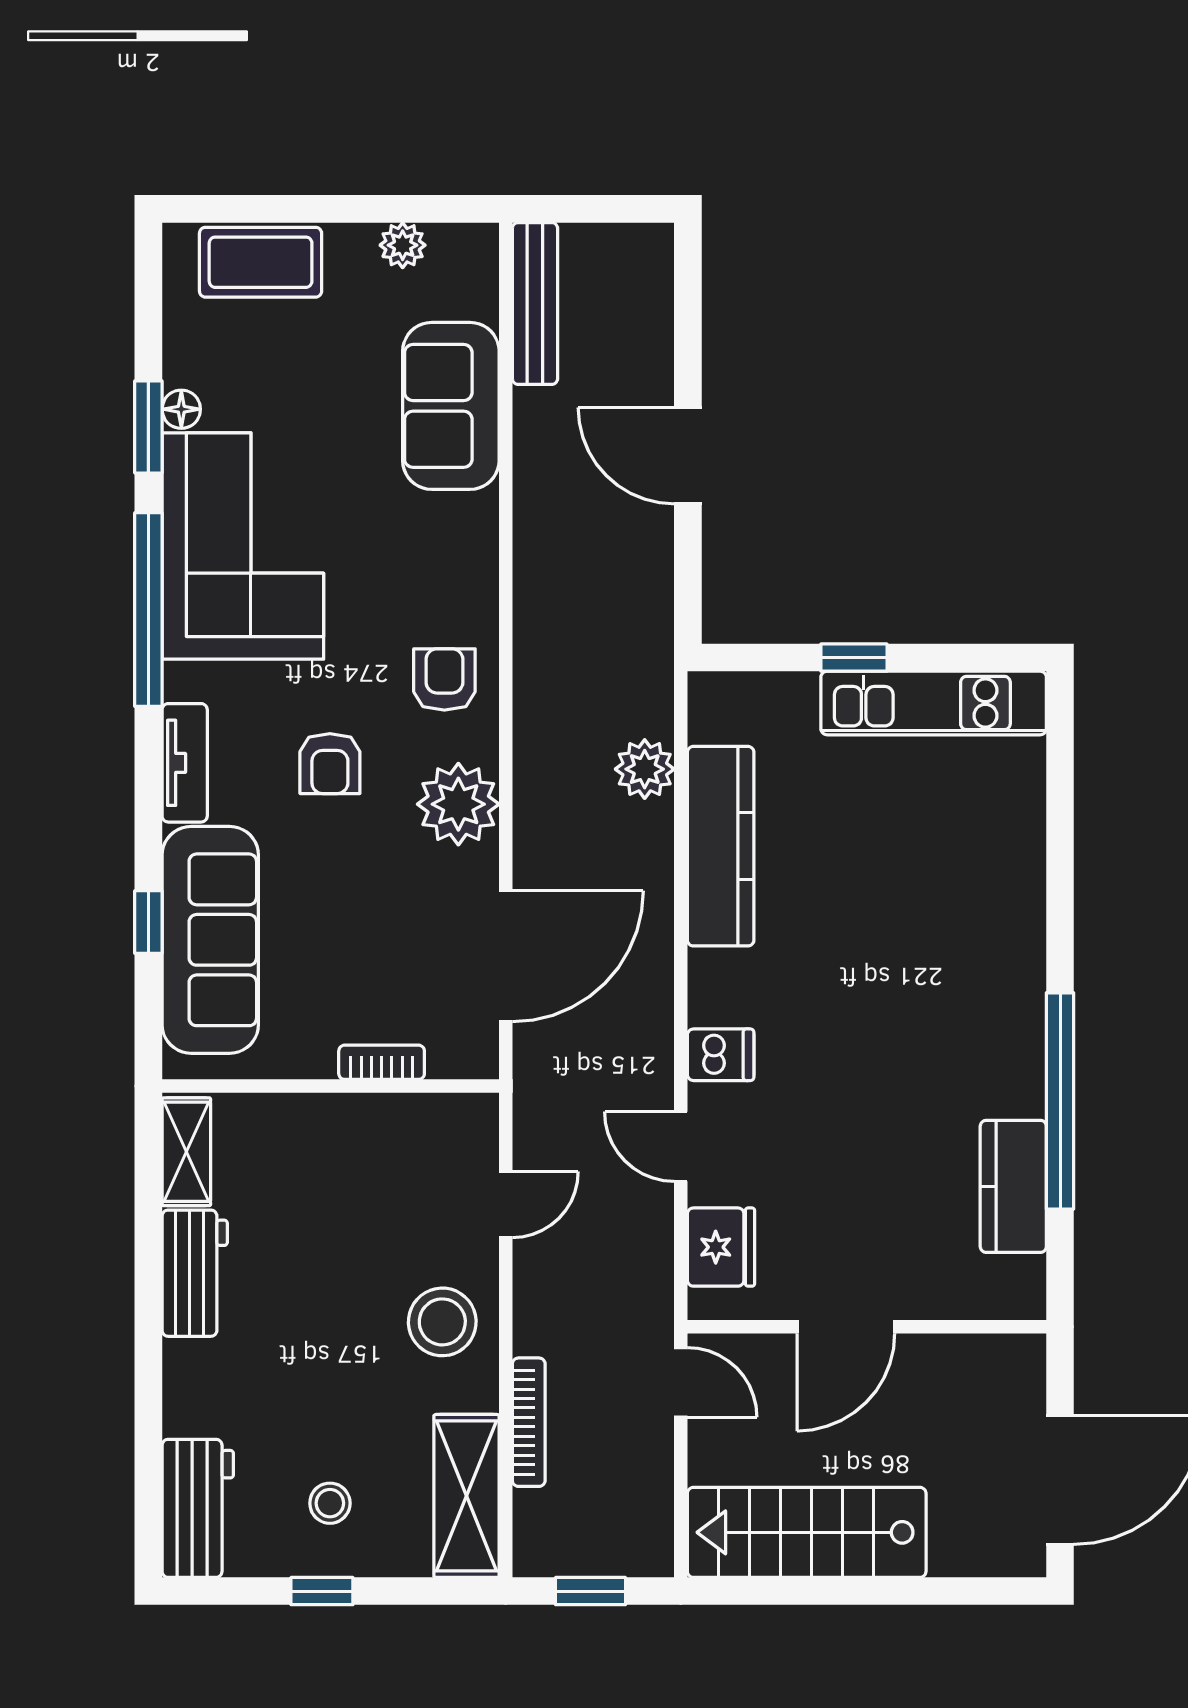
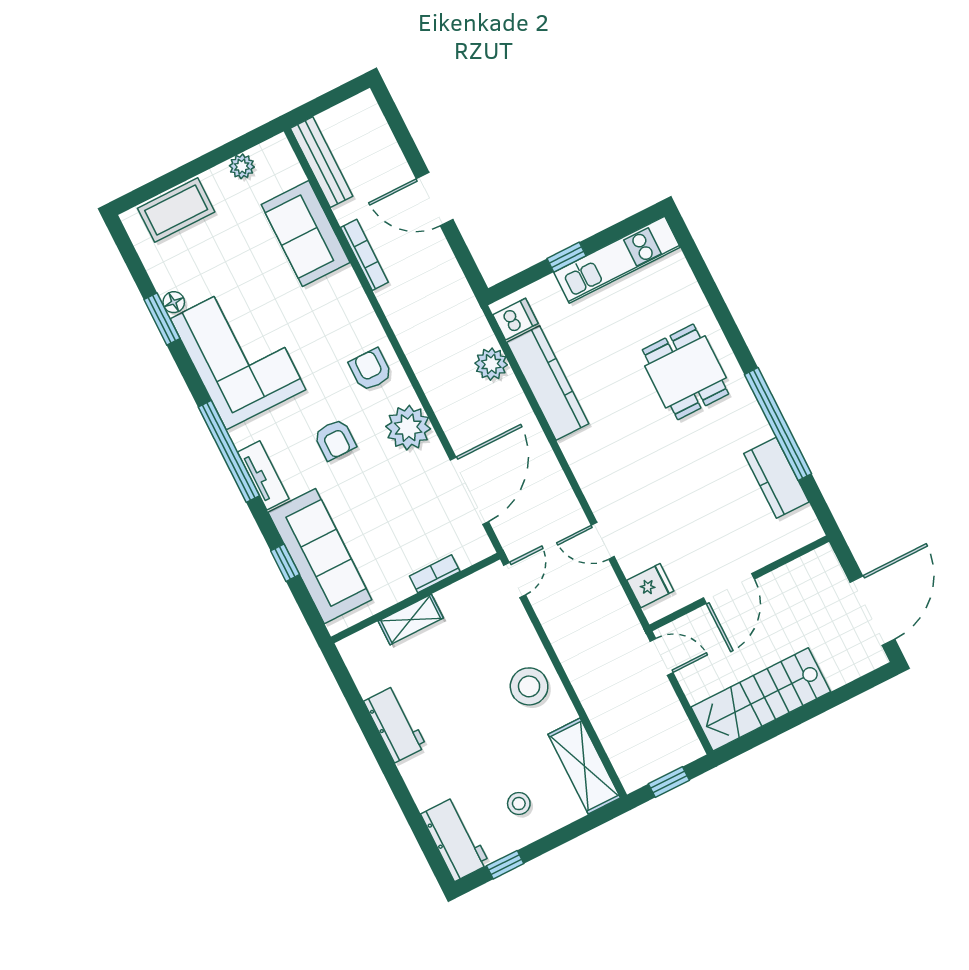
window: (148, 610) -> (229, 451), moved
dining table: (953, 941) -> (685, 372), added
dishwasher: (721, 1055) -> (515, 319), moved
shelving: (186, 1152) -> (411, 619), moved, turned 90
door: (506, 1205) -> (515, 580), moved
fridge: (721, 1247) -> (650, 586), width x0.72
bookcase: (529, 1422) -> (364, 255), moved
window: (322, 1591) -> (505, 865), moved

